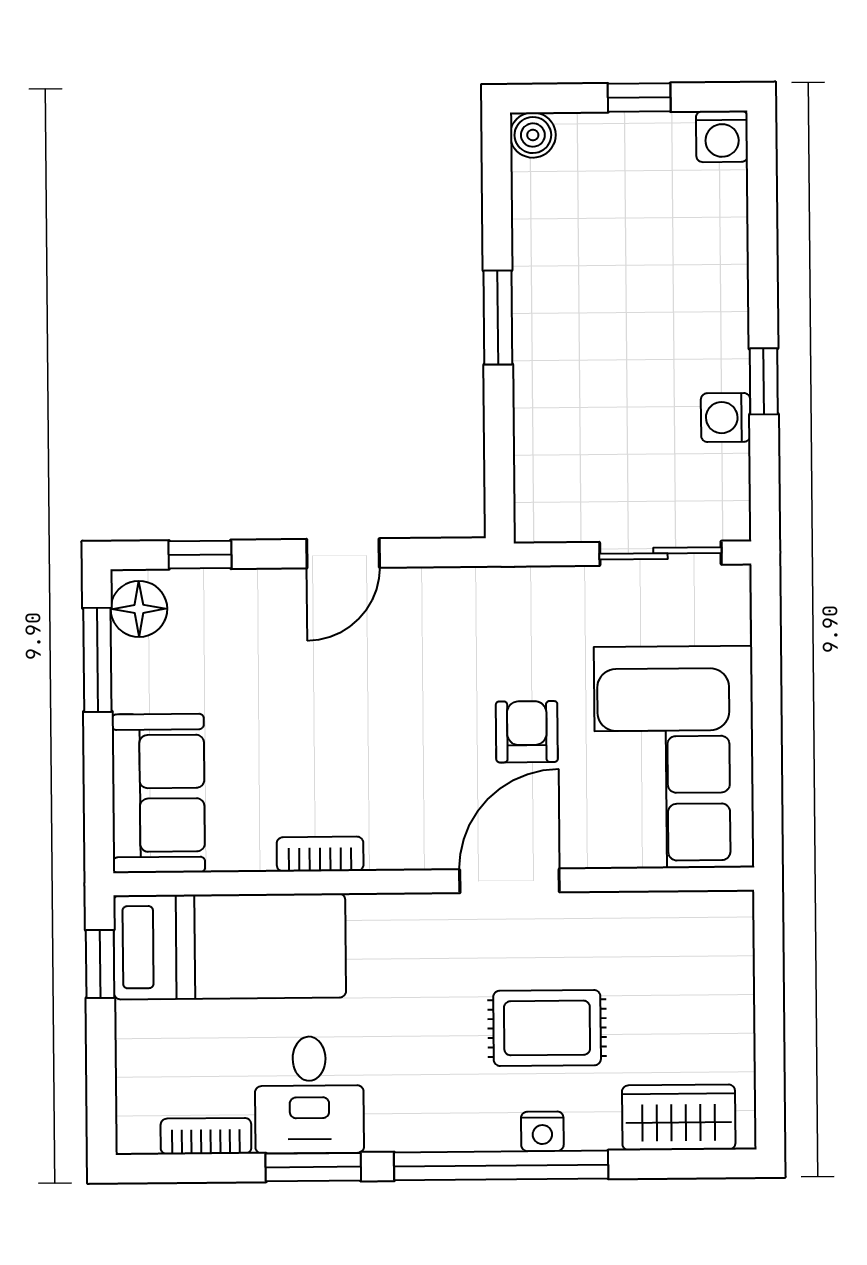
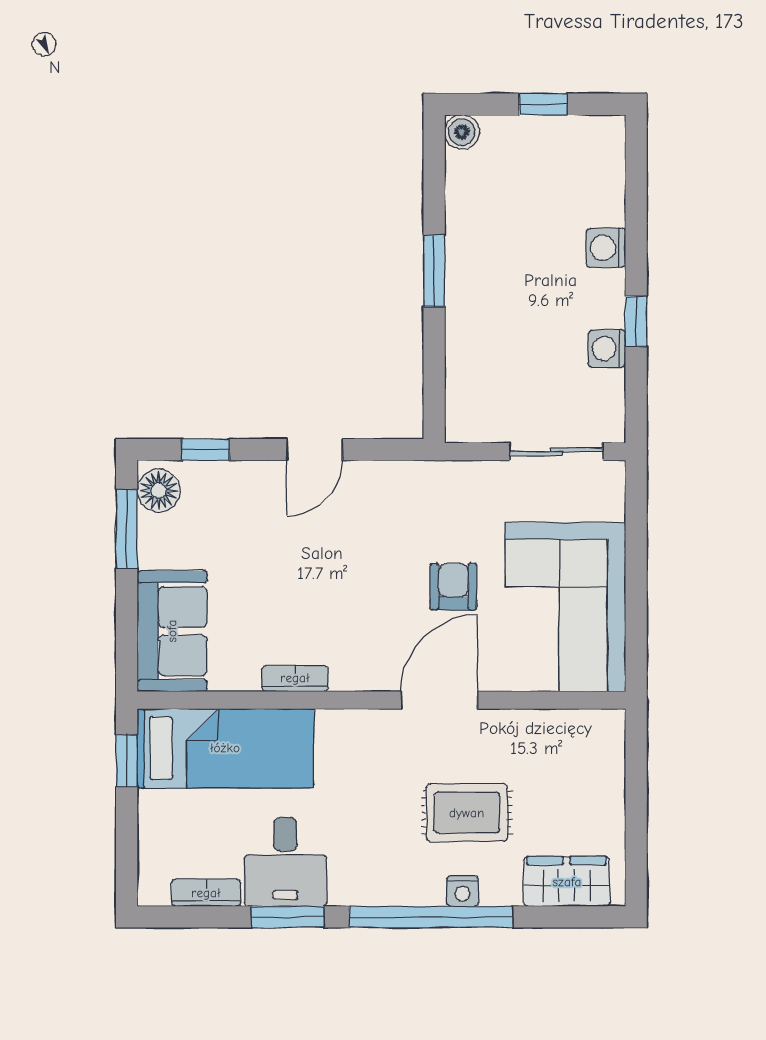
washing machine: (722, 136) -> (606, 248), moved, turned 90

